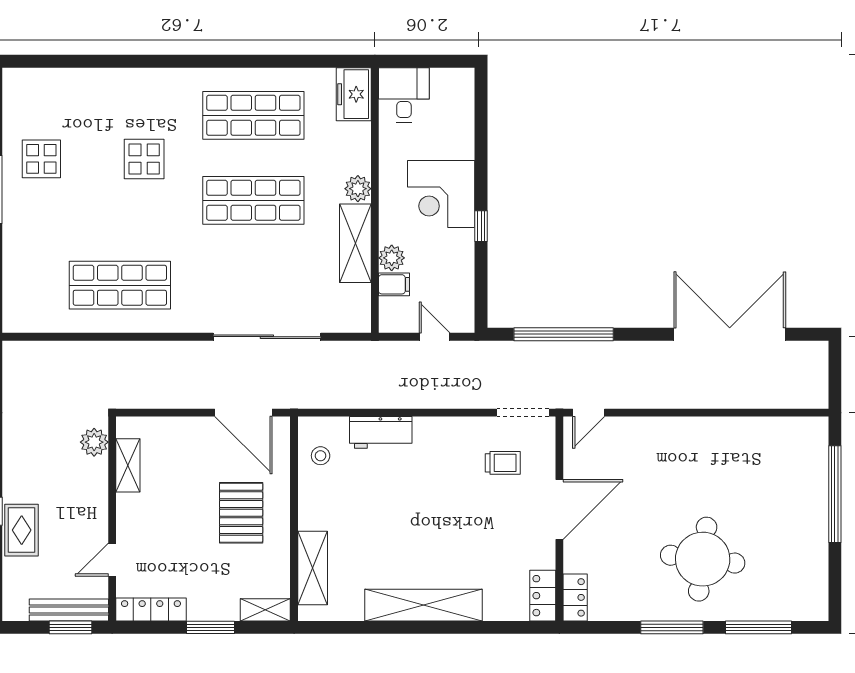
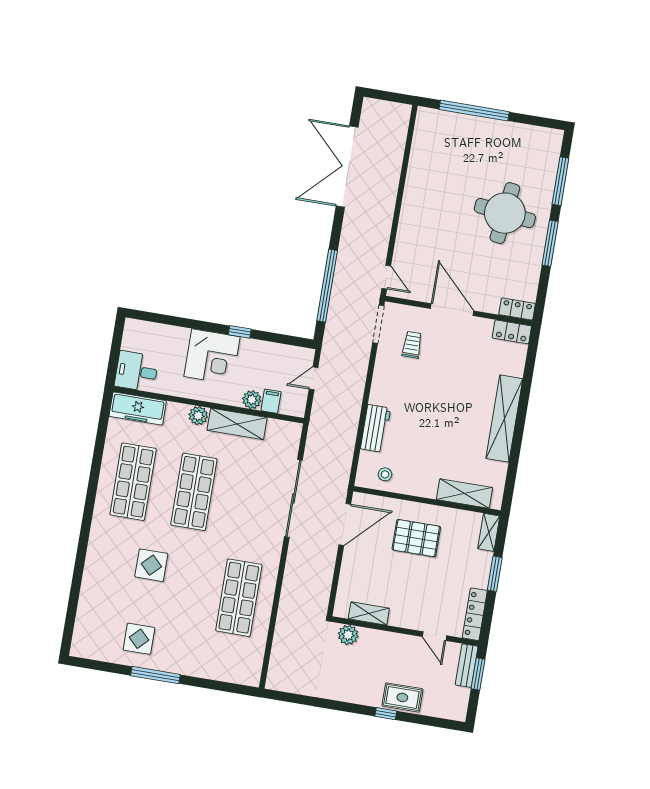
freezer: (354, 94) -> (138, 408), width x1.40
bench: (69, 610) -> (467, 666), width x0.73

